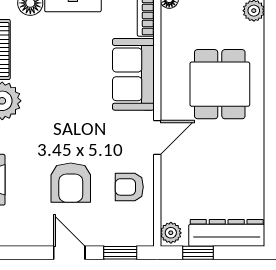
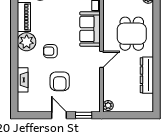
armchair: (129, 187) -> (50, 51), moved
dresser: (227, 233) -> (147, 75), moved, turned -90
window: (198, 253) -> (121, 115), removed

